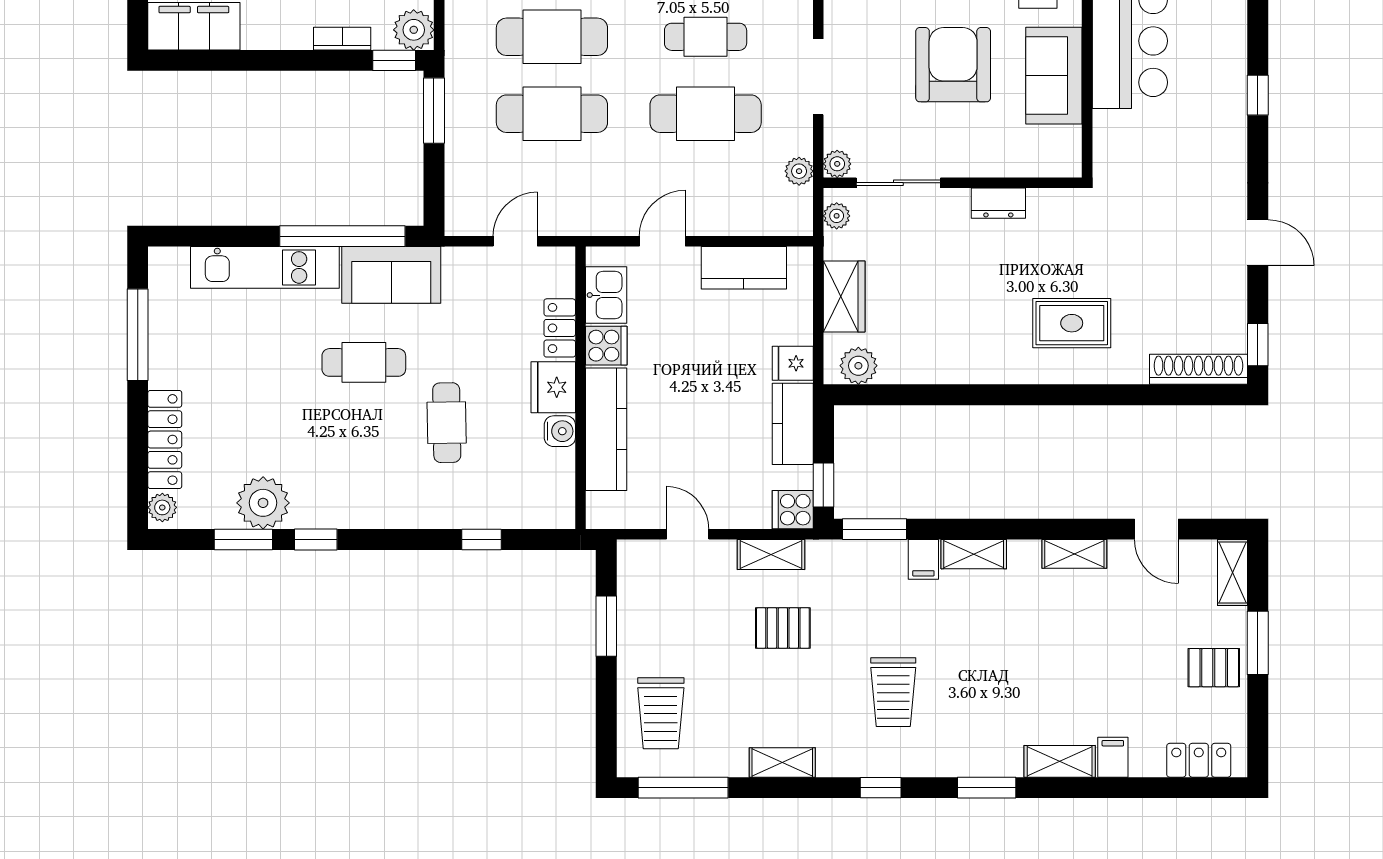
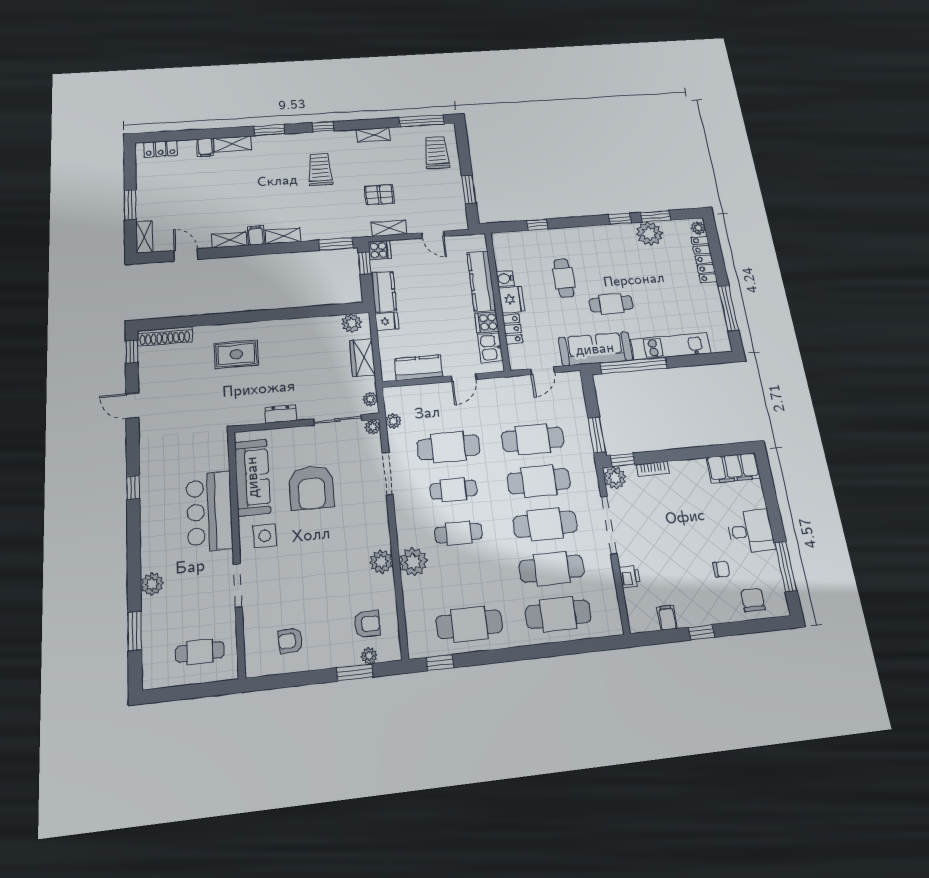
sofa: (1054, 76) -> (252, 477), width x1.36
sofa: (391, 275) -> (595, 349), width x1.36
filing cabinet: (923, 559) -> (256, 235), moved
pallet: (1214, 668) -> (153, 192), removed

